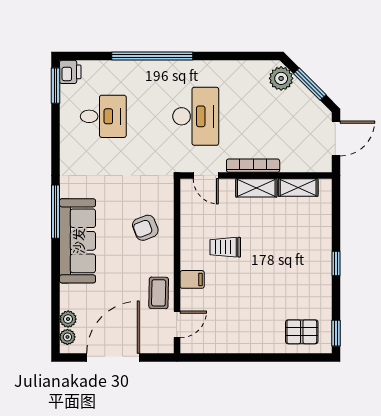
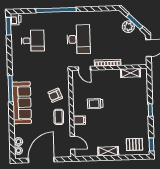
plant: (281, 78) -> (128, 27), moved
shelving: (256, 188) -> (108, 151), moved
coffee table: (159, 293) -> (59, 117), moved
door: (177, 324) -> (72, 143), hinge flipped

